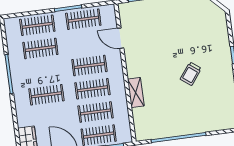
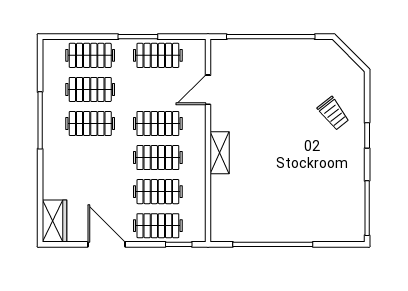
door: (121, 38) -> (208, 90), hinge flipped
trolley: (191, 74) -> (333, 113), moved, turned -75
shelving: (136, 93) -> (220, 153), moved
clothes rail: (46, 95) -> (90, 123), moved

